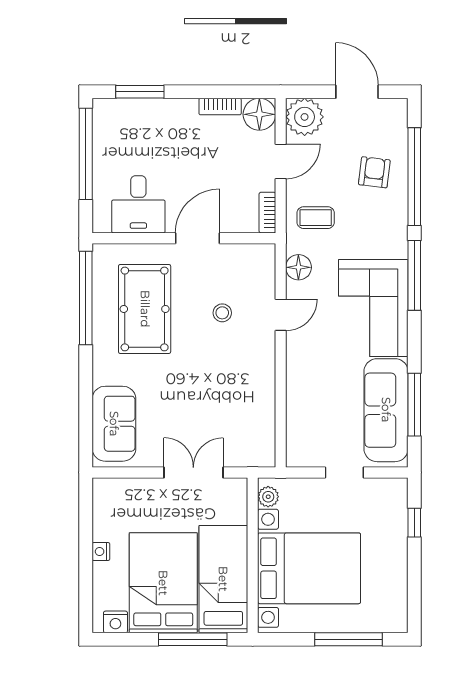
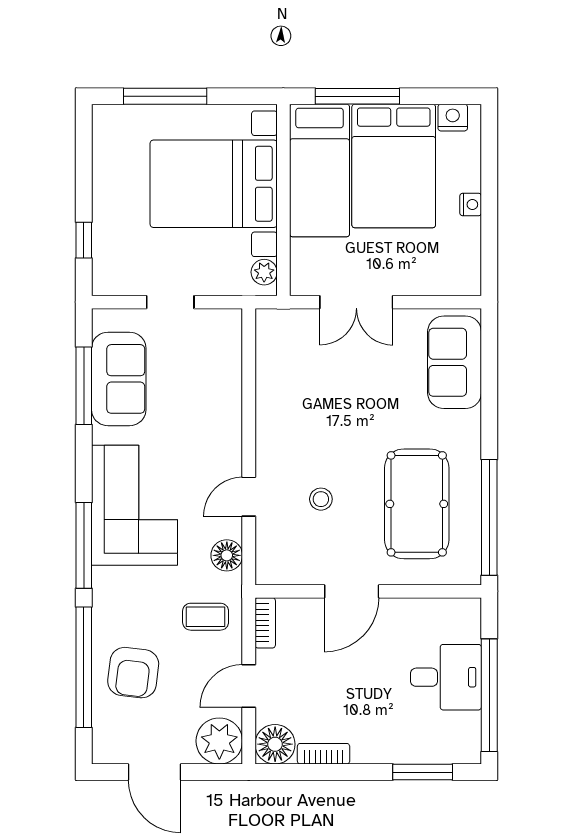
armchair: (374, 172) -> (133, 673), width x1.38, depth x1.38
desk: (138, 204) -> (446, 677), moved, turned 90
sofa: (386, 410) -> (119, 379), width x0.73

